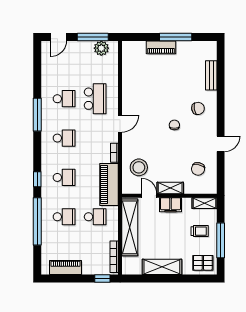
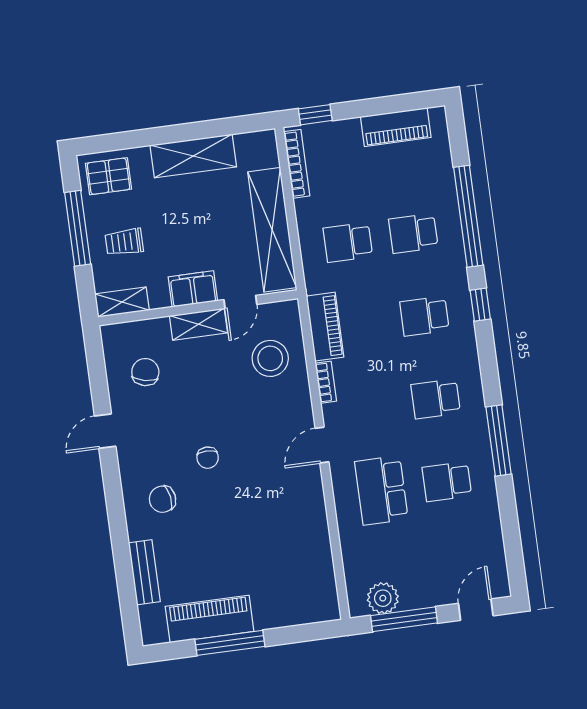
piano: (161, 47) -> (210, 619), moved, width x1.37, depth x1.33
piano: (109, 184) -> (325, 327), width x0.73, depth x0.75
door: (149, 196) -> (240, 302), hinge flipped

